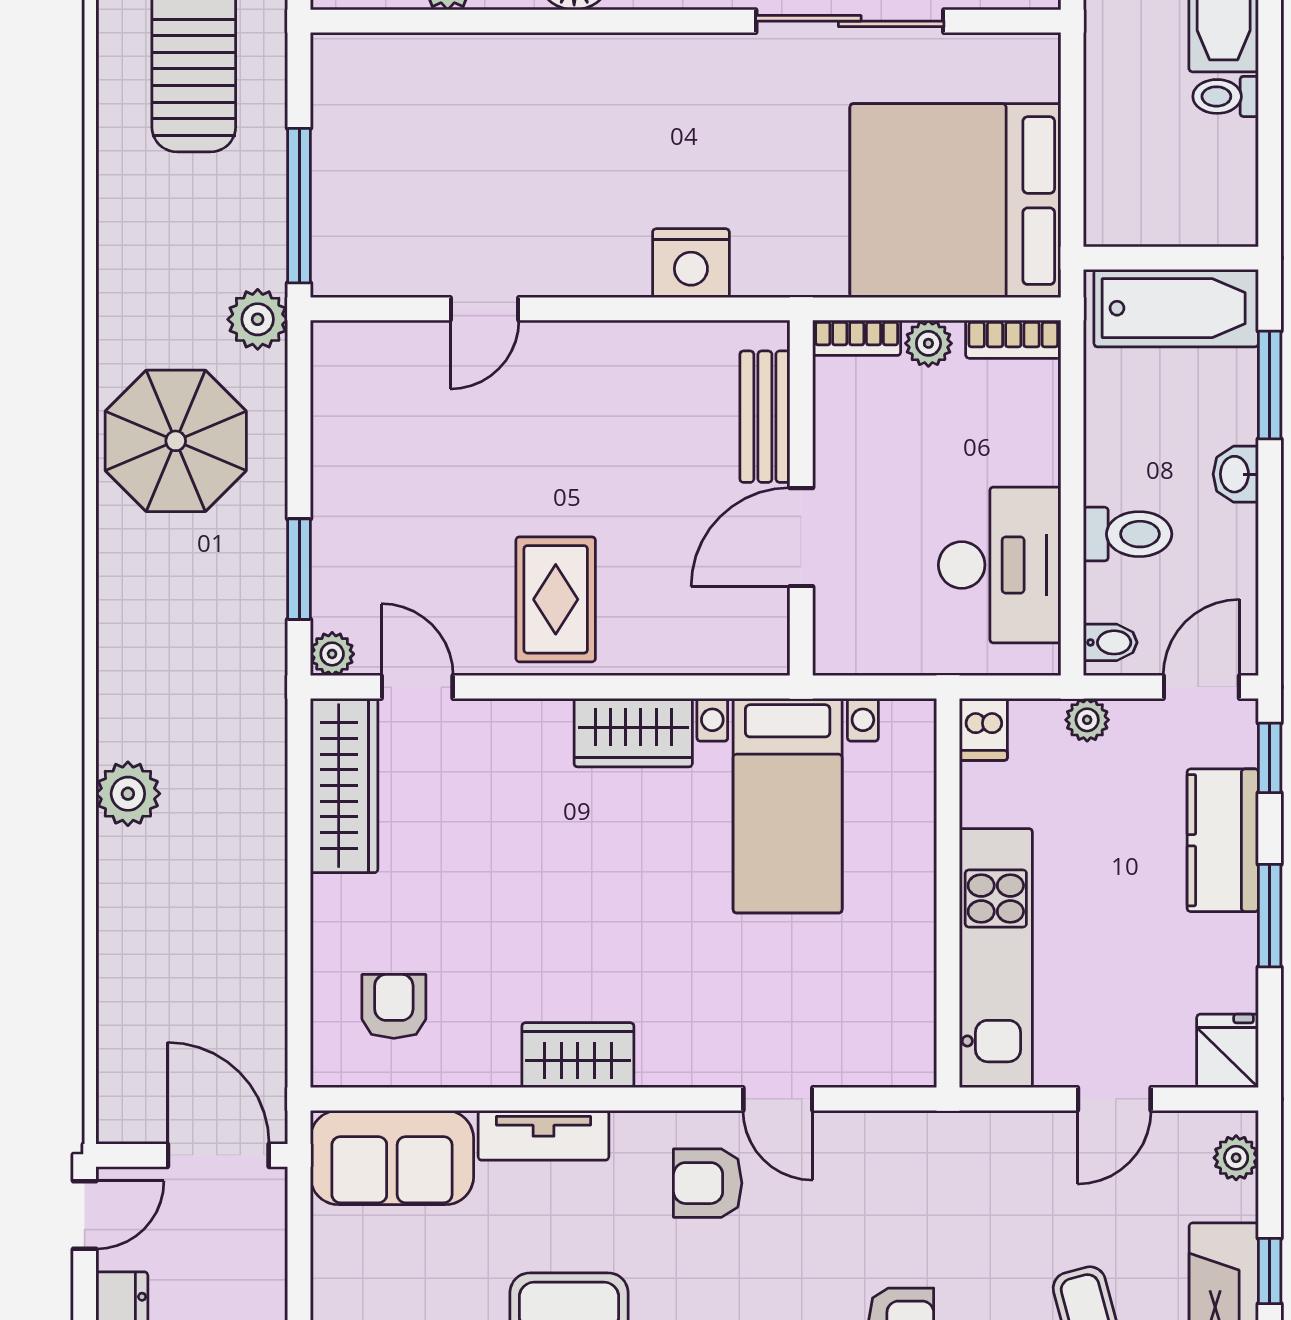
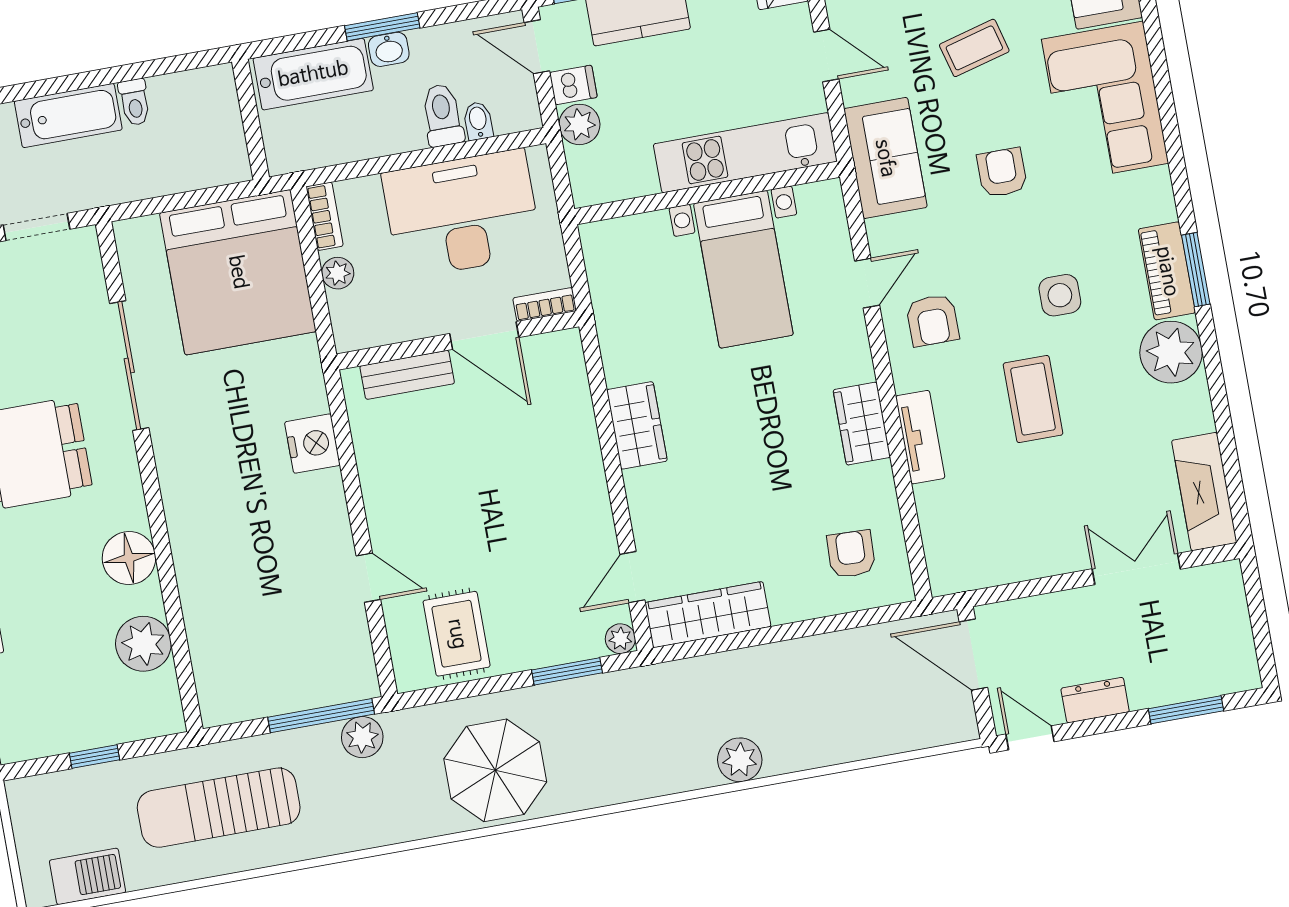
bathtub: (1176, 308) -> (313, 74), moved, turned 90
plant: (258, 319) -> (362, 737), moved
bookcase: (857, 338) -> (545, 304), moved, turned -90
window: (1270, 385) -> (382, 27), moved
desk: (1000, 565) -> (462, 214), width x1.36, depth x1.30
rug: (556, 599) -> (457, 634), moved, turned 90
bidet: (1110, 642) -> (478, 121), moved
plant: (1087, 720) -> (579, 124), width x1.38, depth x1.38
dishwasher: (983, 729) -> (573, 85), moved
bed with nightstands: (788, 806) -> (743, 269), moved, turned 90
armchair: (394, 1006) -> (851, 554), turned 92
door: (218, 1155) -> (973, 655), hinge flipped
sofa: (392, 1157) -> (885, 158), moved

